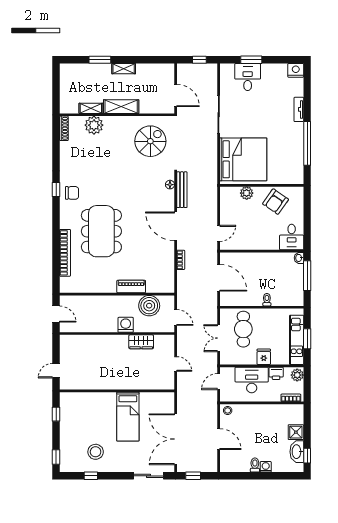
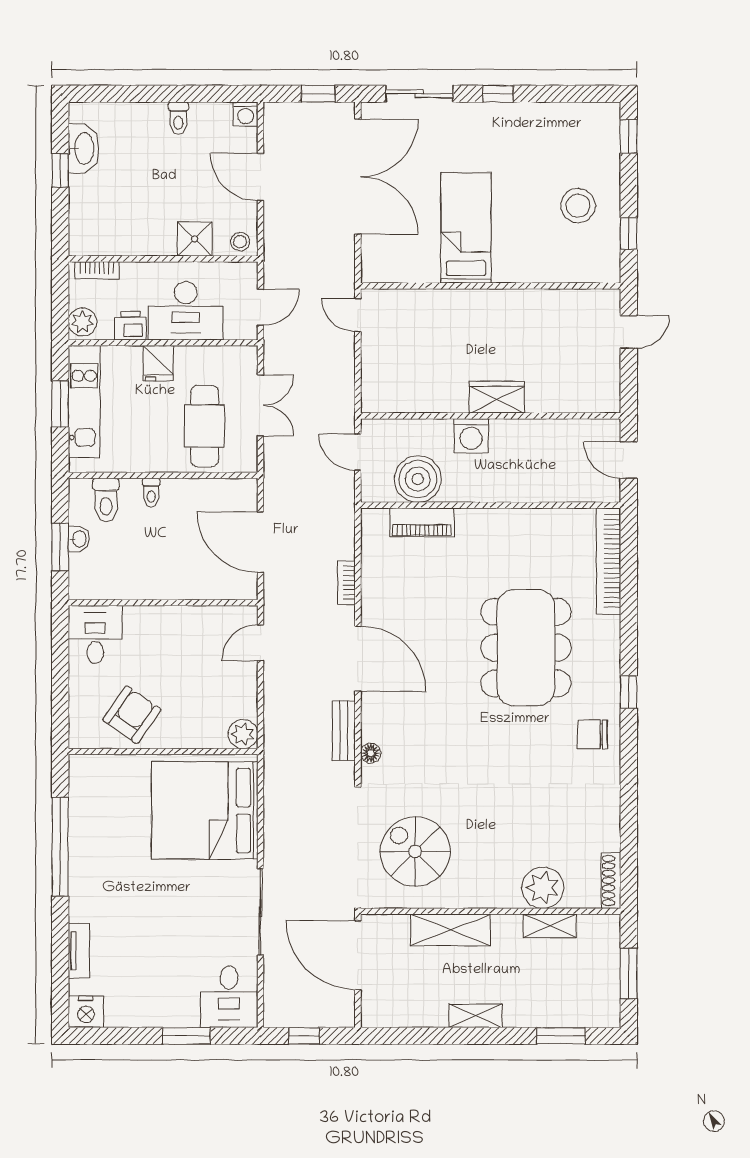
window: (100, 60) -> (561, 1036), moved
desk: (248, 77) -> (229, 997), moved
window: (56, 87) -> (629, 973), added
door: (176, 95) -> (358, 955), width x1.36
shelving: (121, 107) -> (451, 930), moved
tv unit: (299, 109) -> (79, 951), moved
spiral stairs: (150, 141) -> (415, 852), turned 90
window: (56, 190) -> (629, 692), moved
bench: (182, 190) -> (344, 731), width x0.73
plant: (247, 193) -> (243, 734), moved
bookcase: (65, 253) -> (608, 561), moved
washbasin: (299, 258) -> (79, 539), moved
window: (307, 276) -> (60, 547), width x0.69
piano: (131, 287) -> (422, 522), moved
toilet: (287, 296) -> (106, 500), added
wardrobe: (141, 342) -> (497, 397), moved
door: (176, 364) -> (358, 315), moved
shower: (296, 432) -> (195, 239), moved
stool: (96, 452) -> (578, 206), moved
window: (307, 456) -> (60, 170), moved
washing machine: (266, 467) -> (246, 114), moved
window: (91, 476) -> (498, 94), moved

